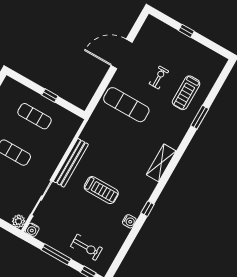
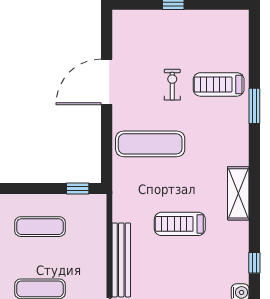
treadmill: (186, 93) -> (219, 84), turned 90
window: (50, 96) -> (78, 188), moved
treadmill: (101, 190) -> (180, 224), moved, turned 180

